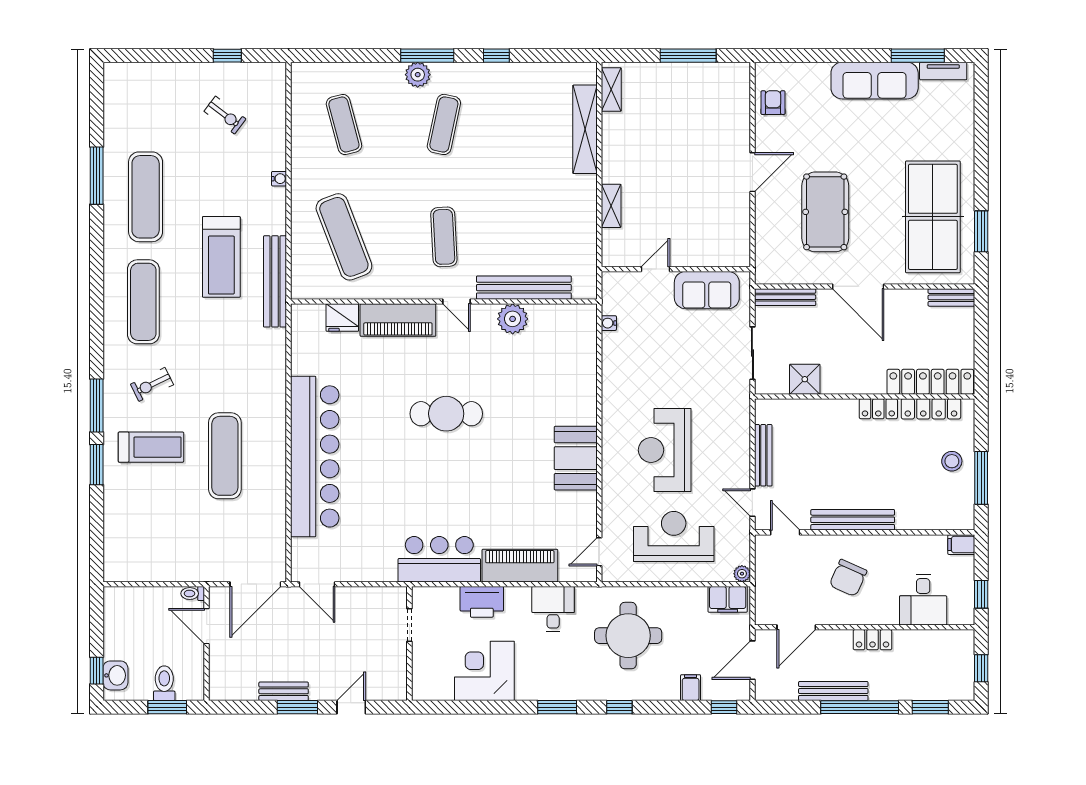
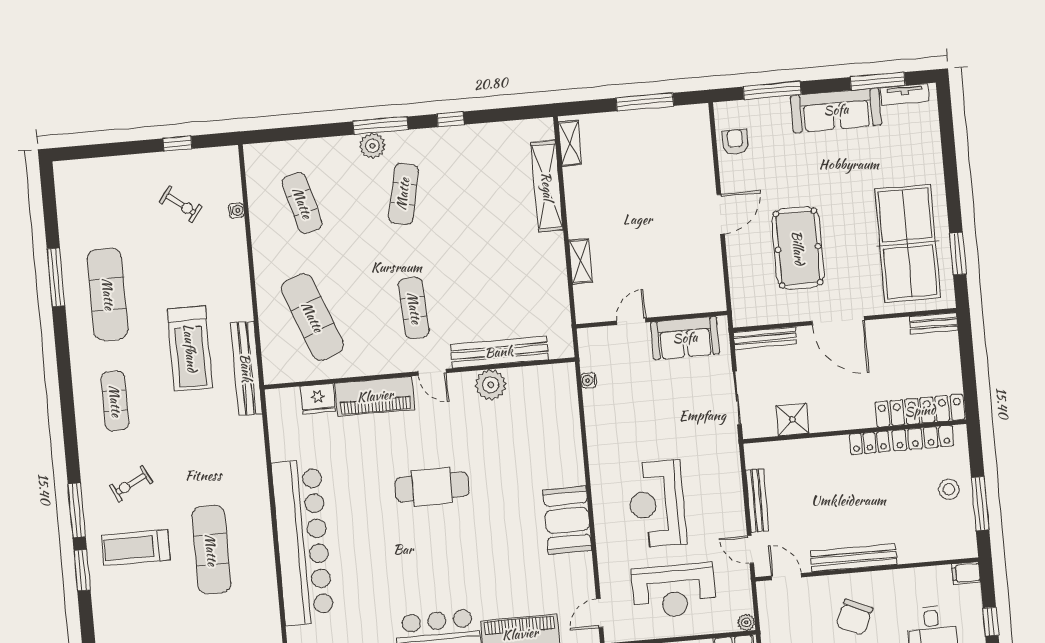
window: (814, 56) -> (772, 91), added
water cooler: (279, 179) -> (236, 210), moved
exercise mat: (143, 302) -> (115, 401), width x0.73, depth x0.69
treadmill: (151, 447) -> (136, 547), turned 180
reception desk: (674, 537) -> (674, 591), turned 180

